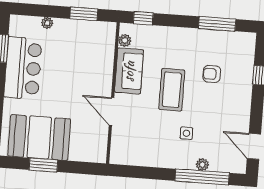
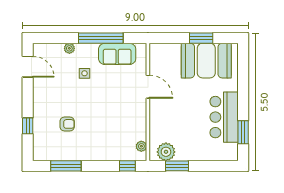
plant: (47, 23) -> (166, 152), moved, width x1.88, depth x1.88
sofa: (129, 71) -> (117, 54), moved, turned -90
coffee table: (172, 90) -> (99, 108), removed
window: (202, 177) -> (101, 38), moved

